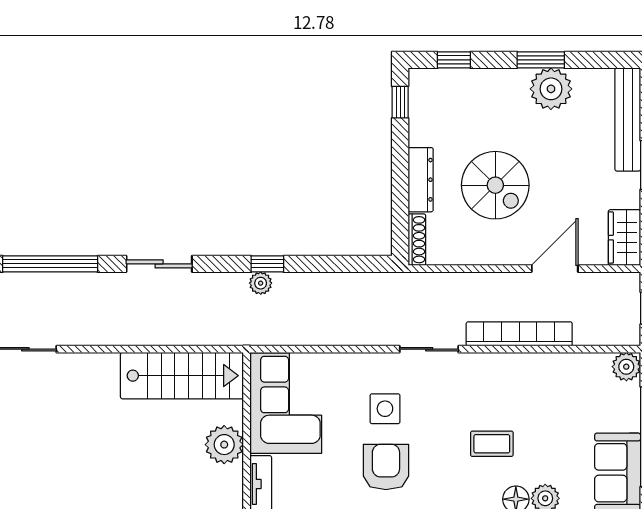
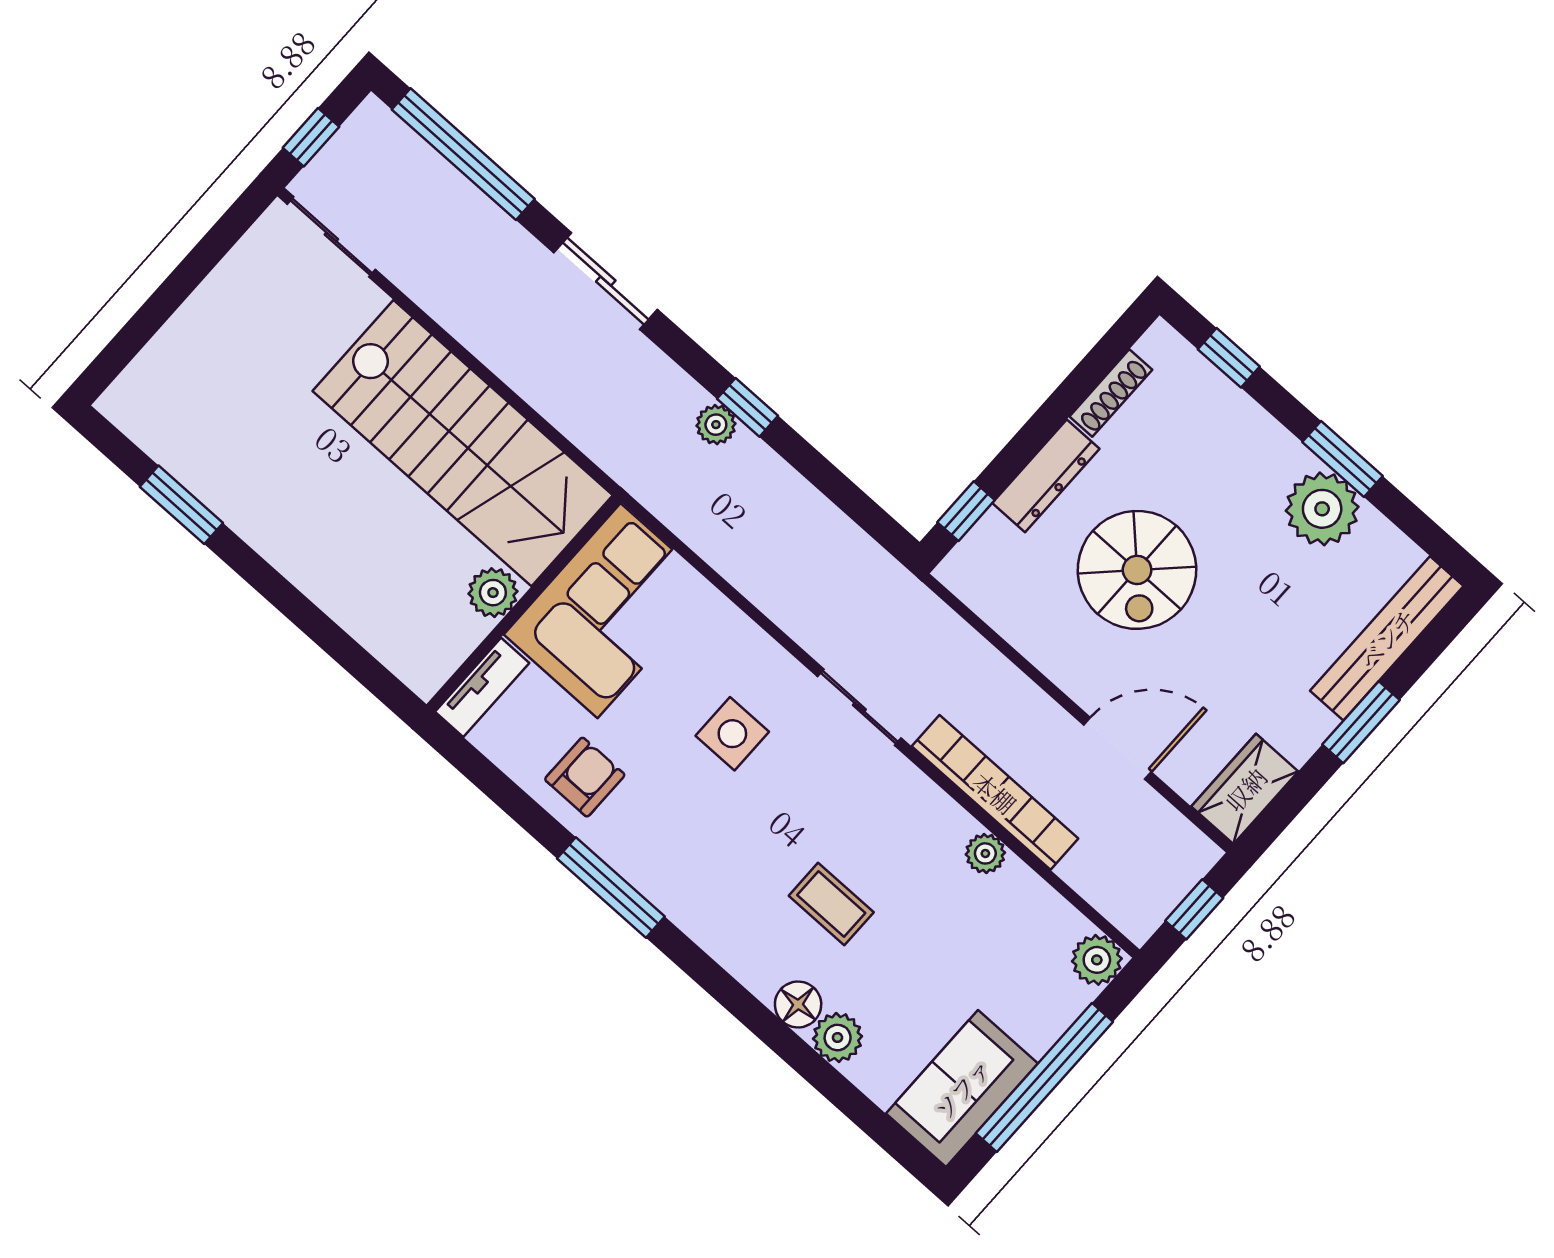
window: (400, 102) -> (966, 511), moved
shoe rack: (417, 240) -> (1111, 393), moved
plant: (538, 364) -> (985, 853), added
stairs: (182, 376) -> (463, 443), width x1.36, depth x1.51
plant: (224, 445) -> (493, 593), width x0.73, depth x0.73
armchair: (386, 467) -> (585, 777), moved, width x0.72, depth x0.72

